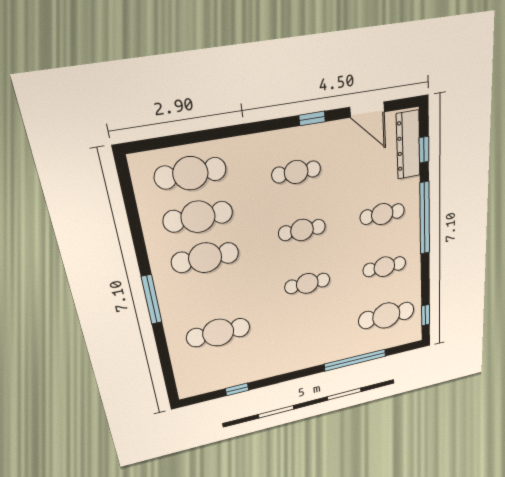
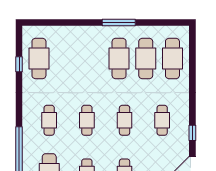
window: (152, 300) -> (119, 22), moved
cafe table: (218, 333) -> (39, 58), moved
cafe table: (312, 333) -> (49, 120), added

